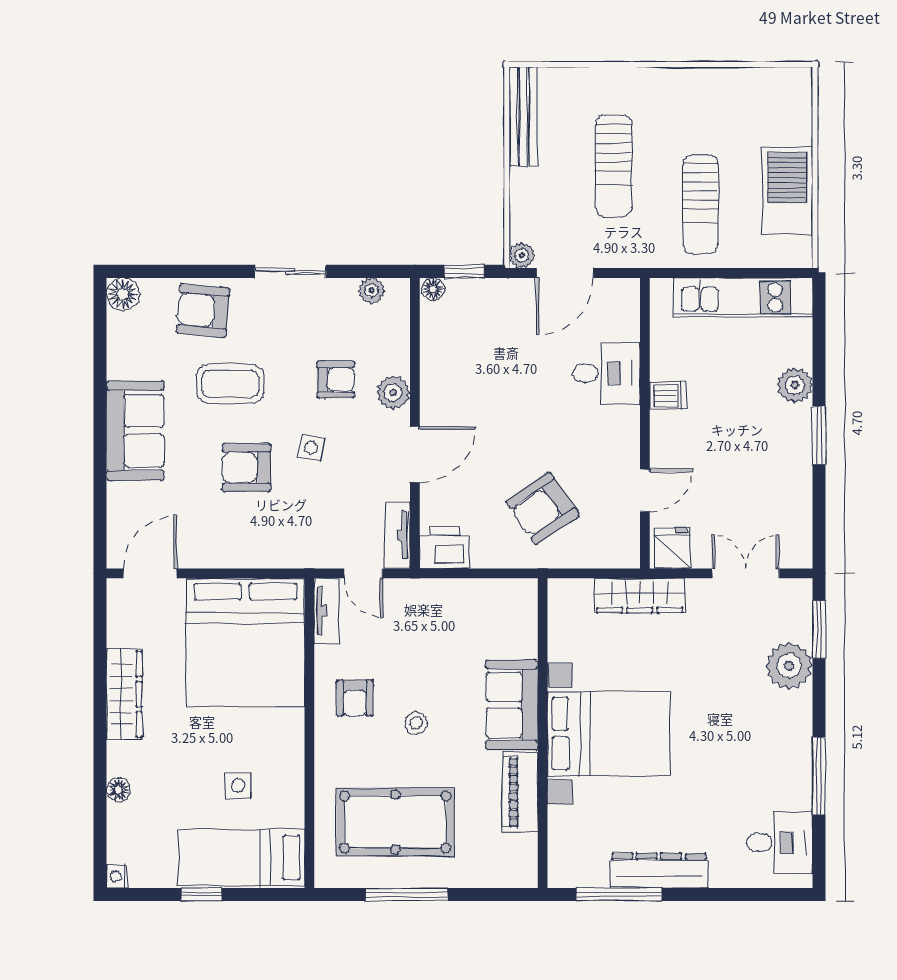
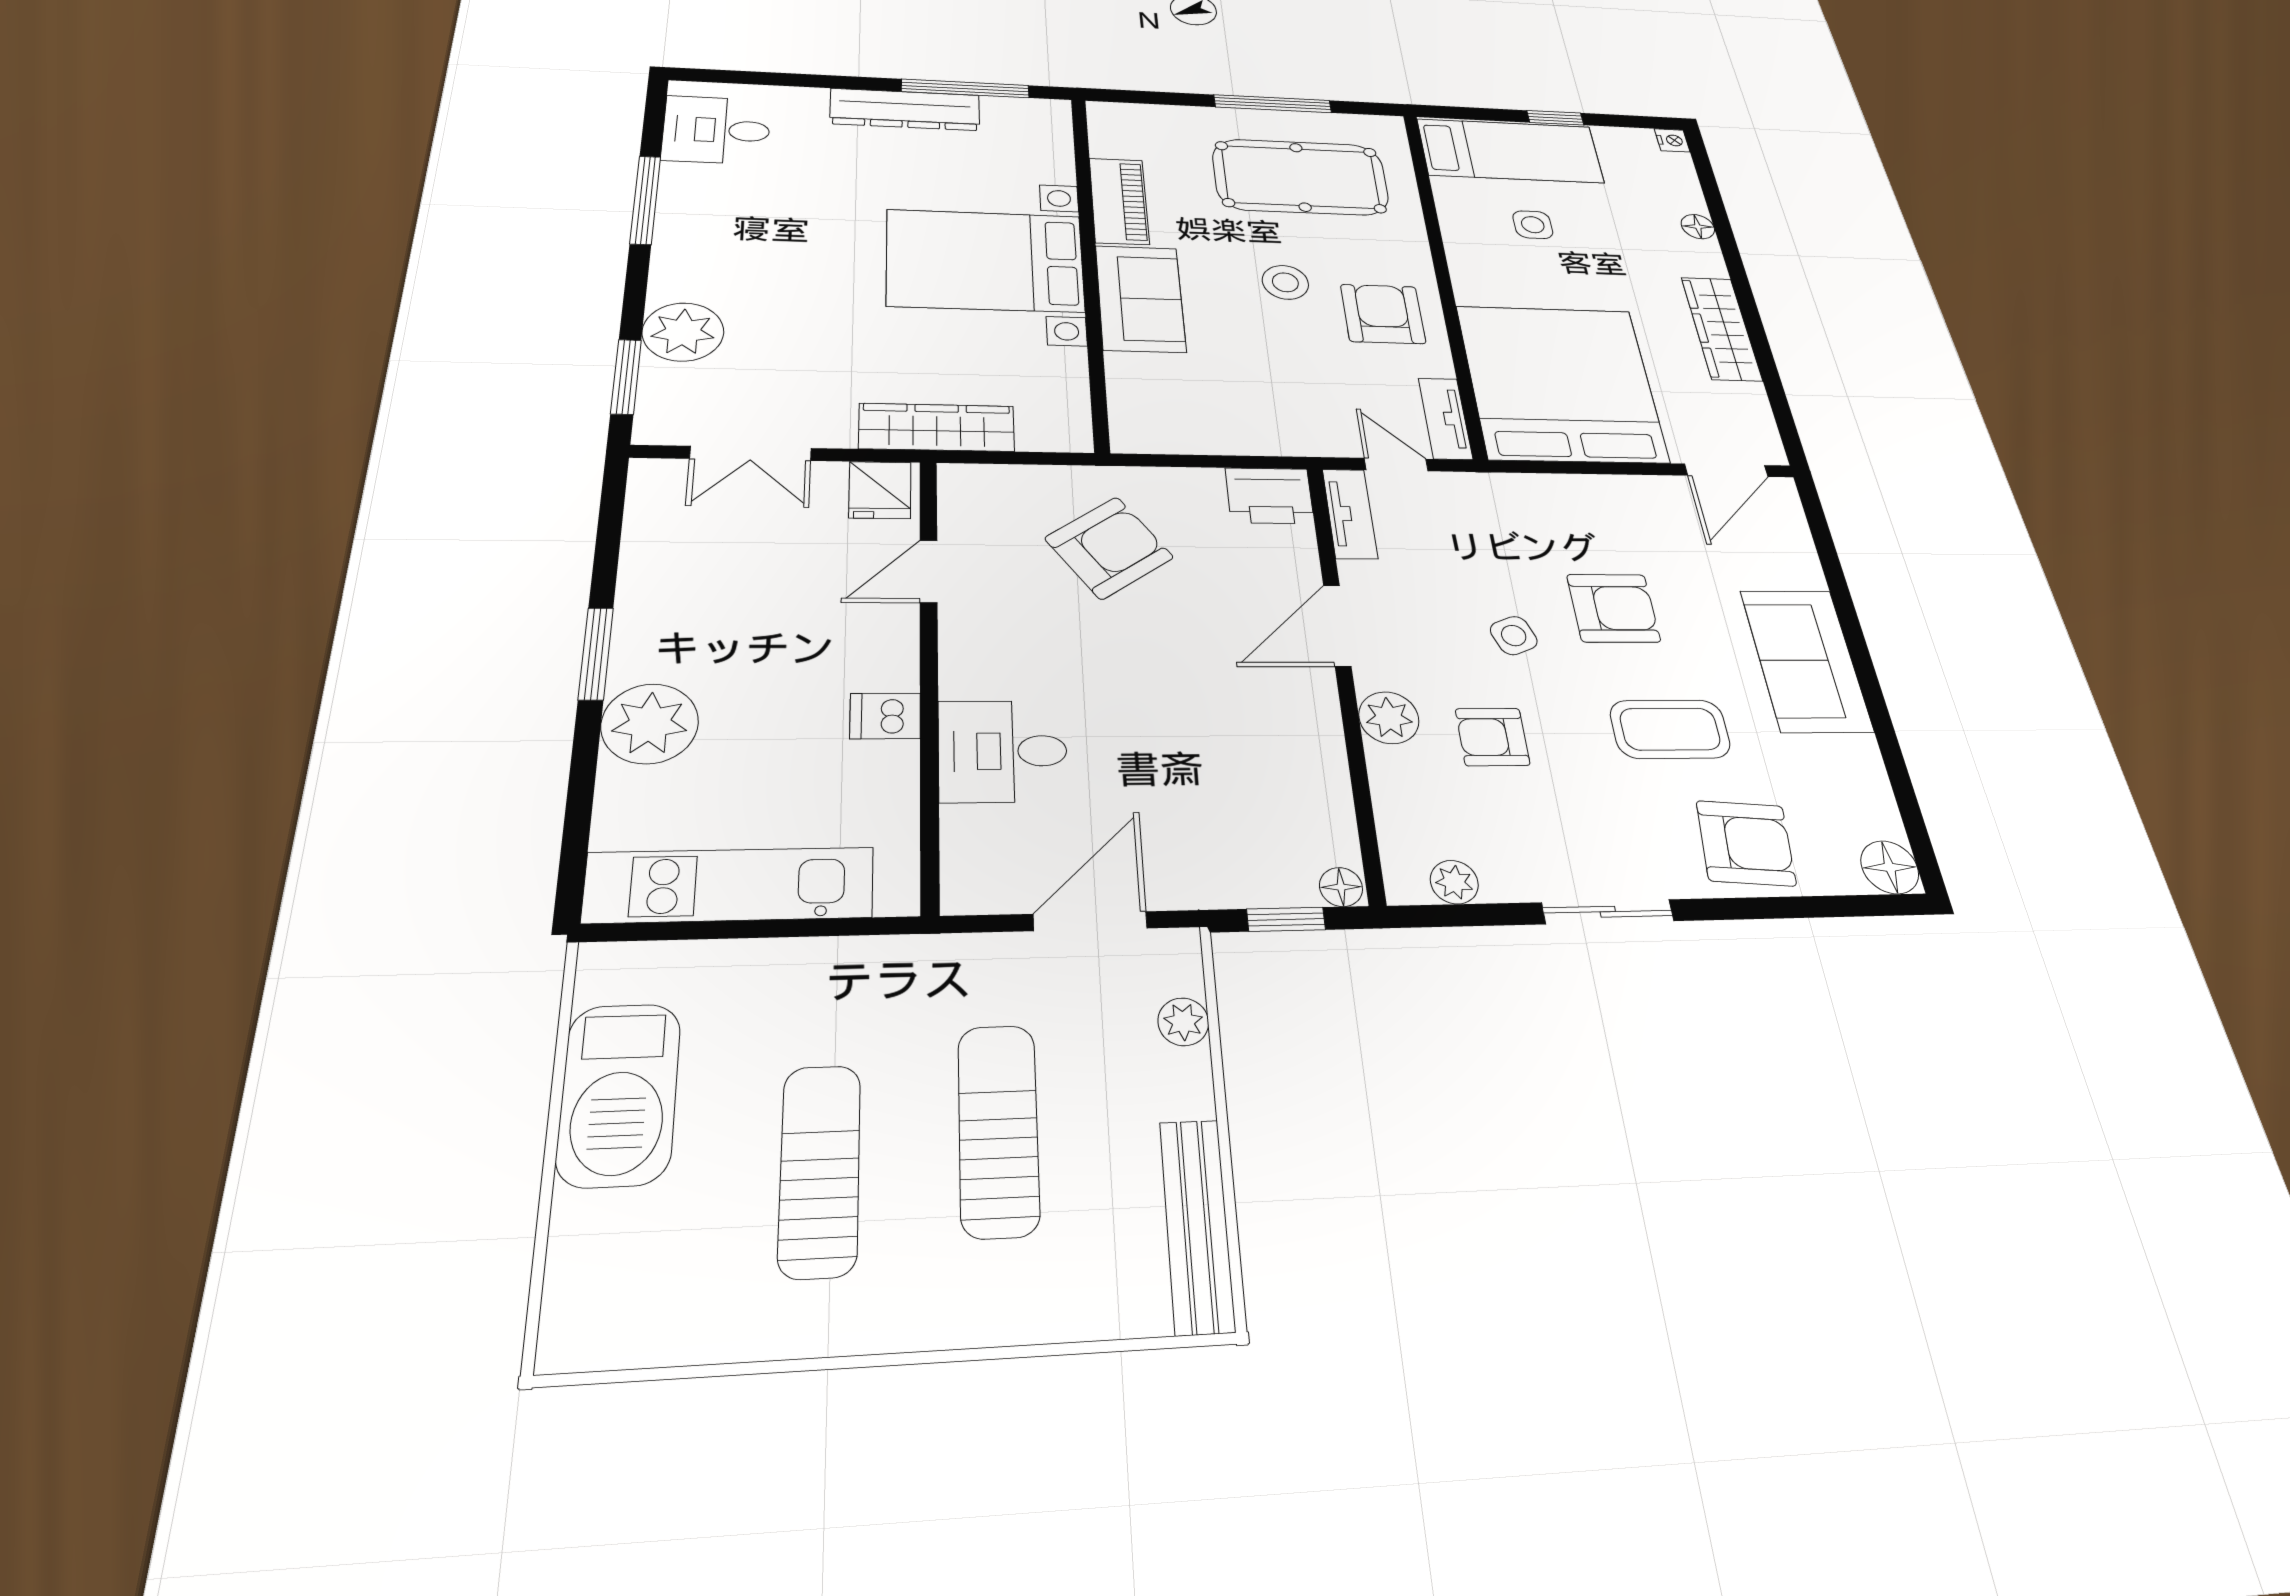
sun lounger: (700, 204) -> (820, 1170), moved
plant: (522, 256) -> (1183, 1022), moved
plant: (795, 385) -> (650, 724), width x1.36, depth x1.36
side table: (311, 448) -> (1514, 636), turned -33
armchair: (355, 698) -> (1383, 314), width x1.38, depth x1.38
stool: (416, 723) -> (1285, 282), width x1.37, depth x1.37

